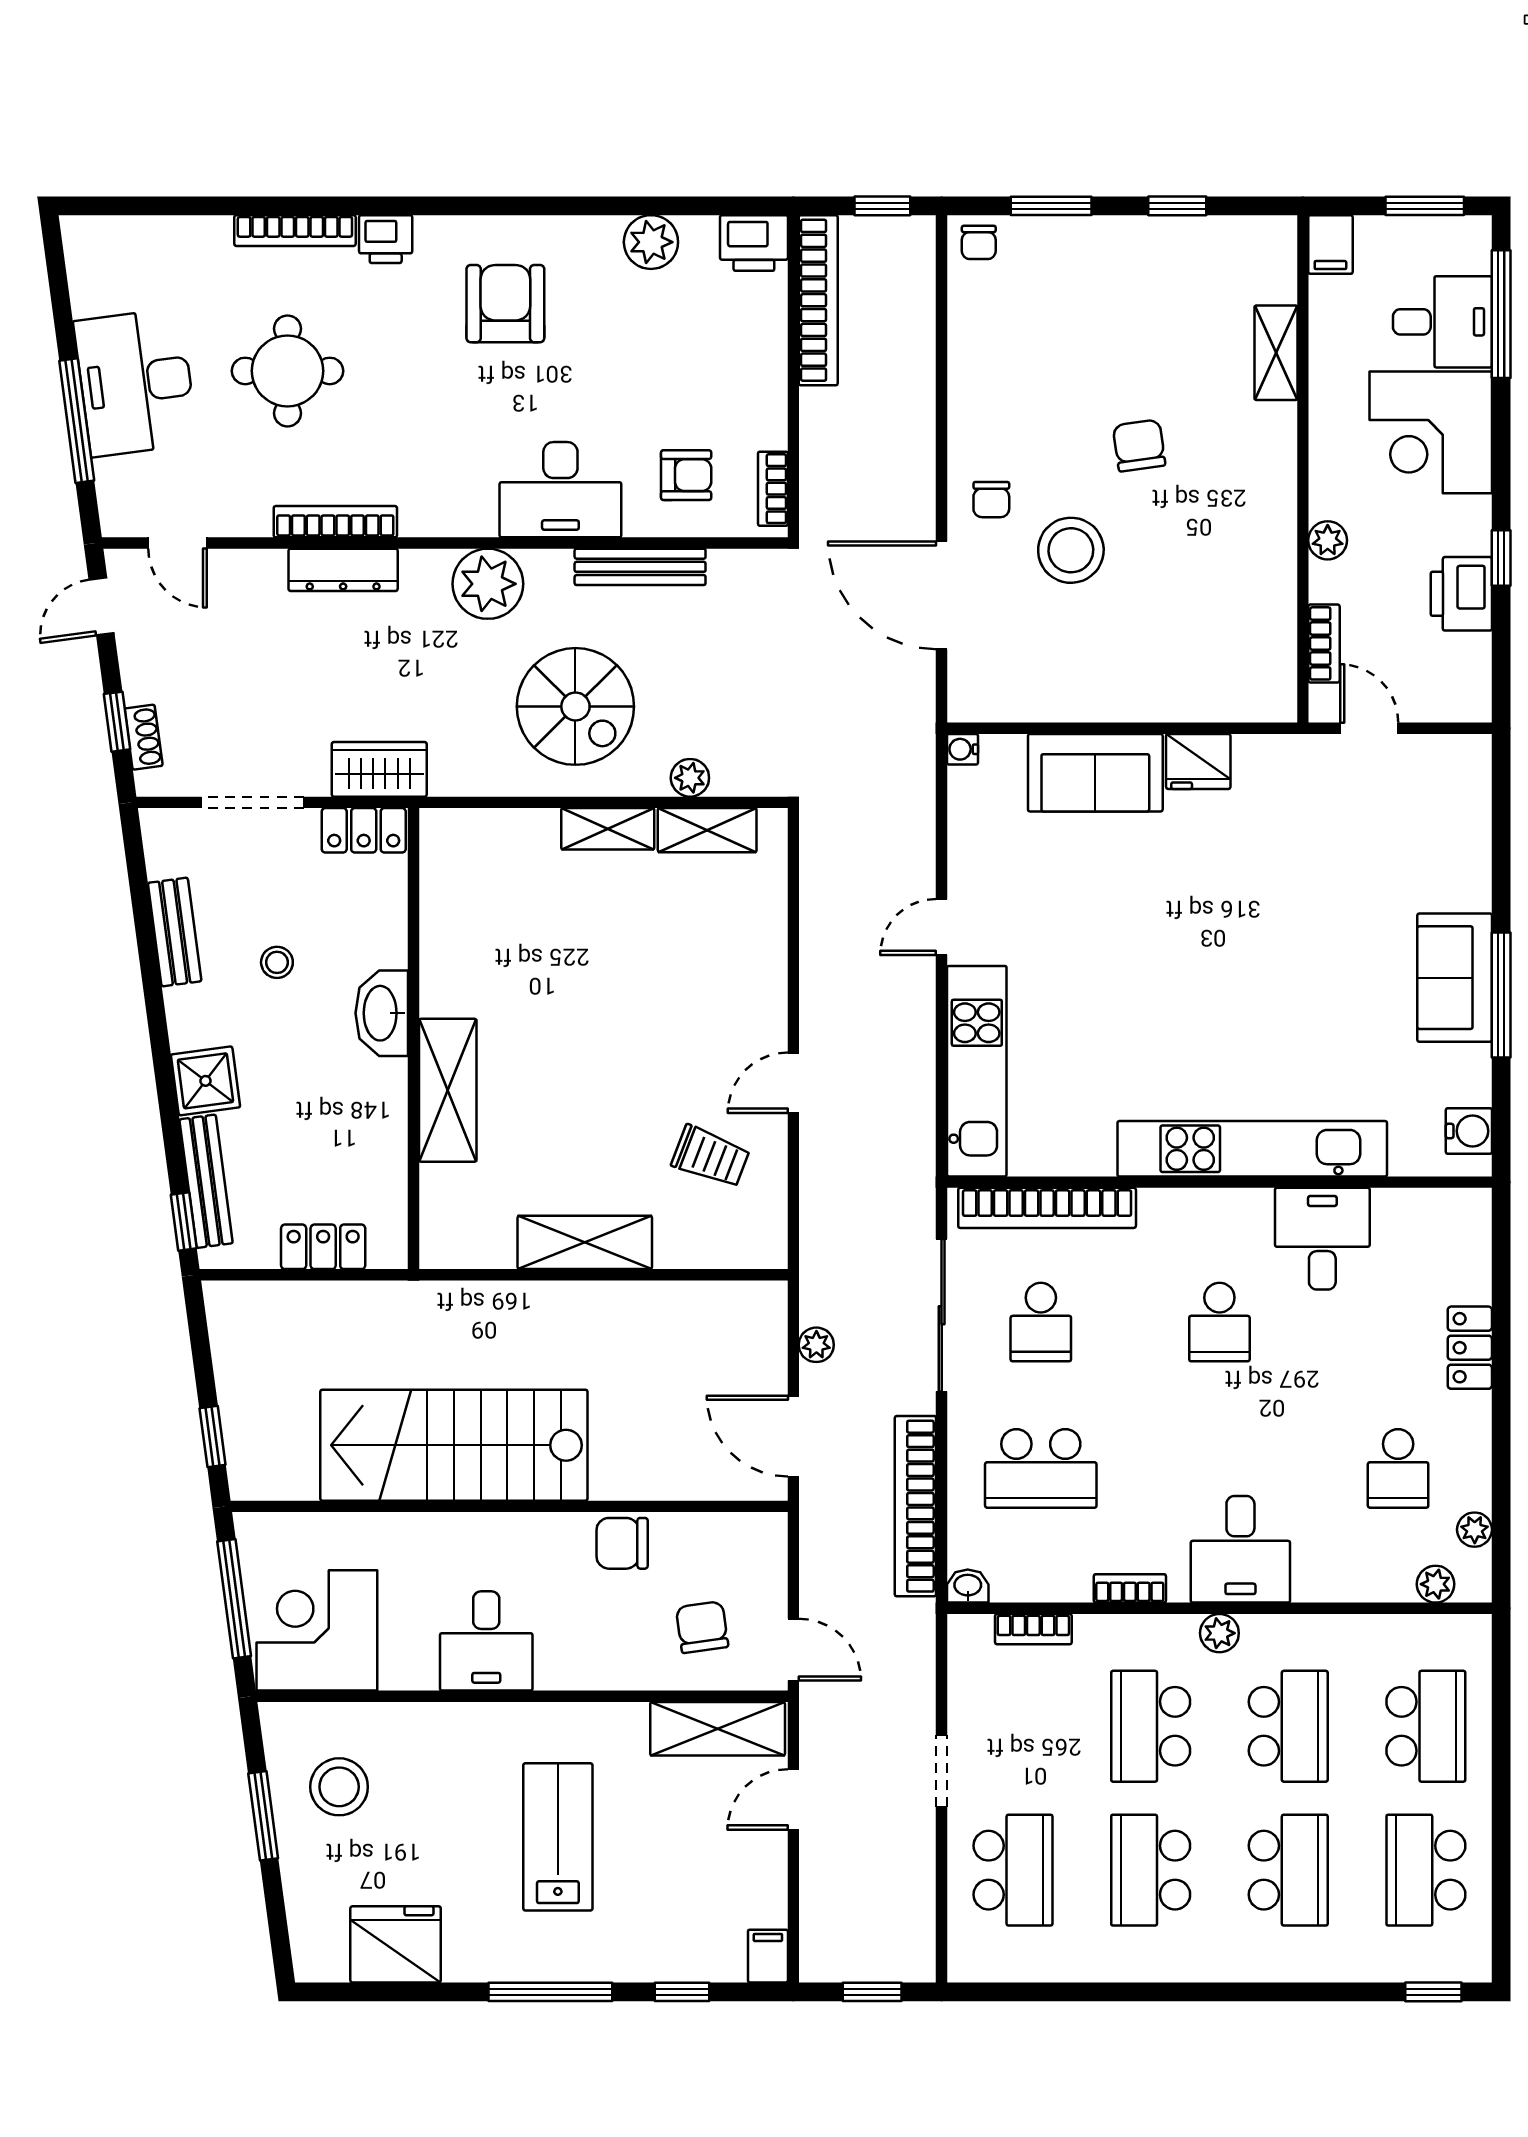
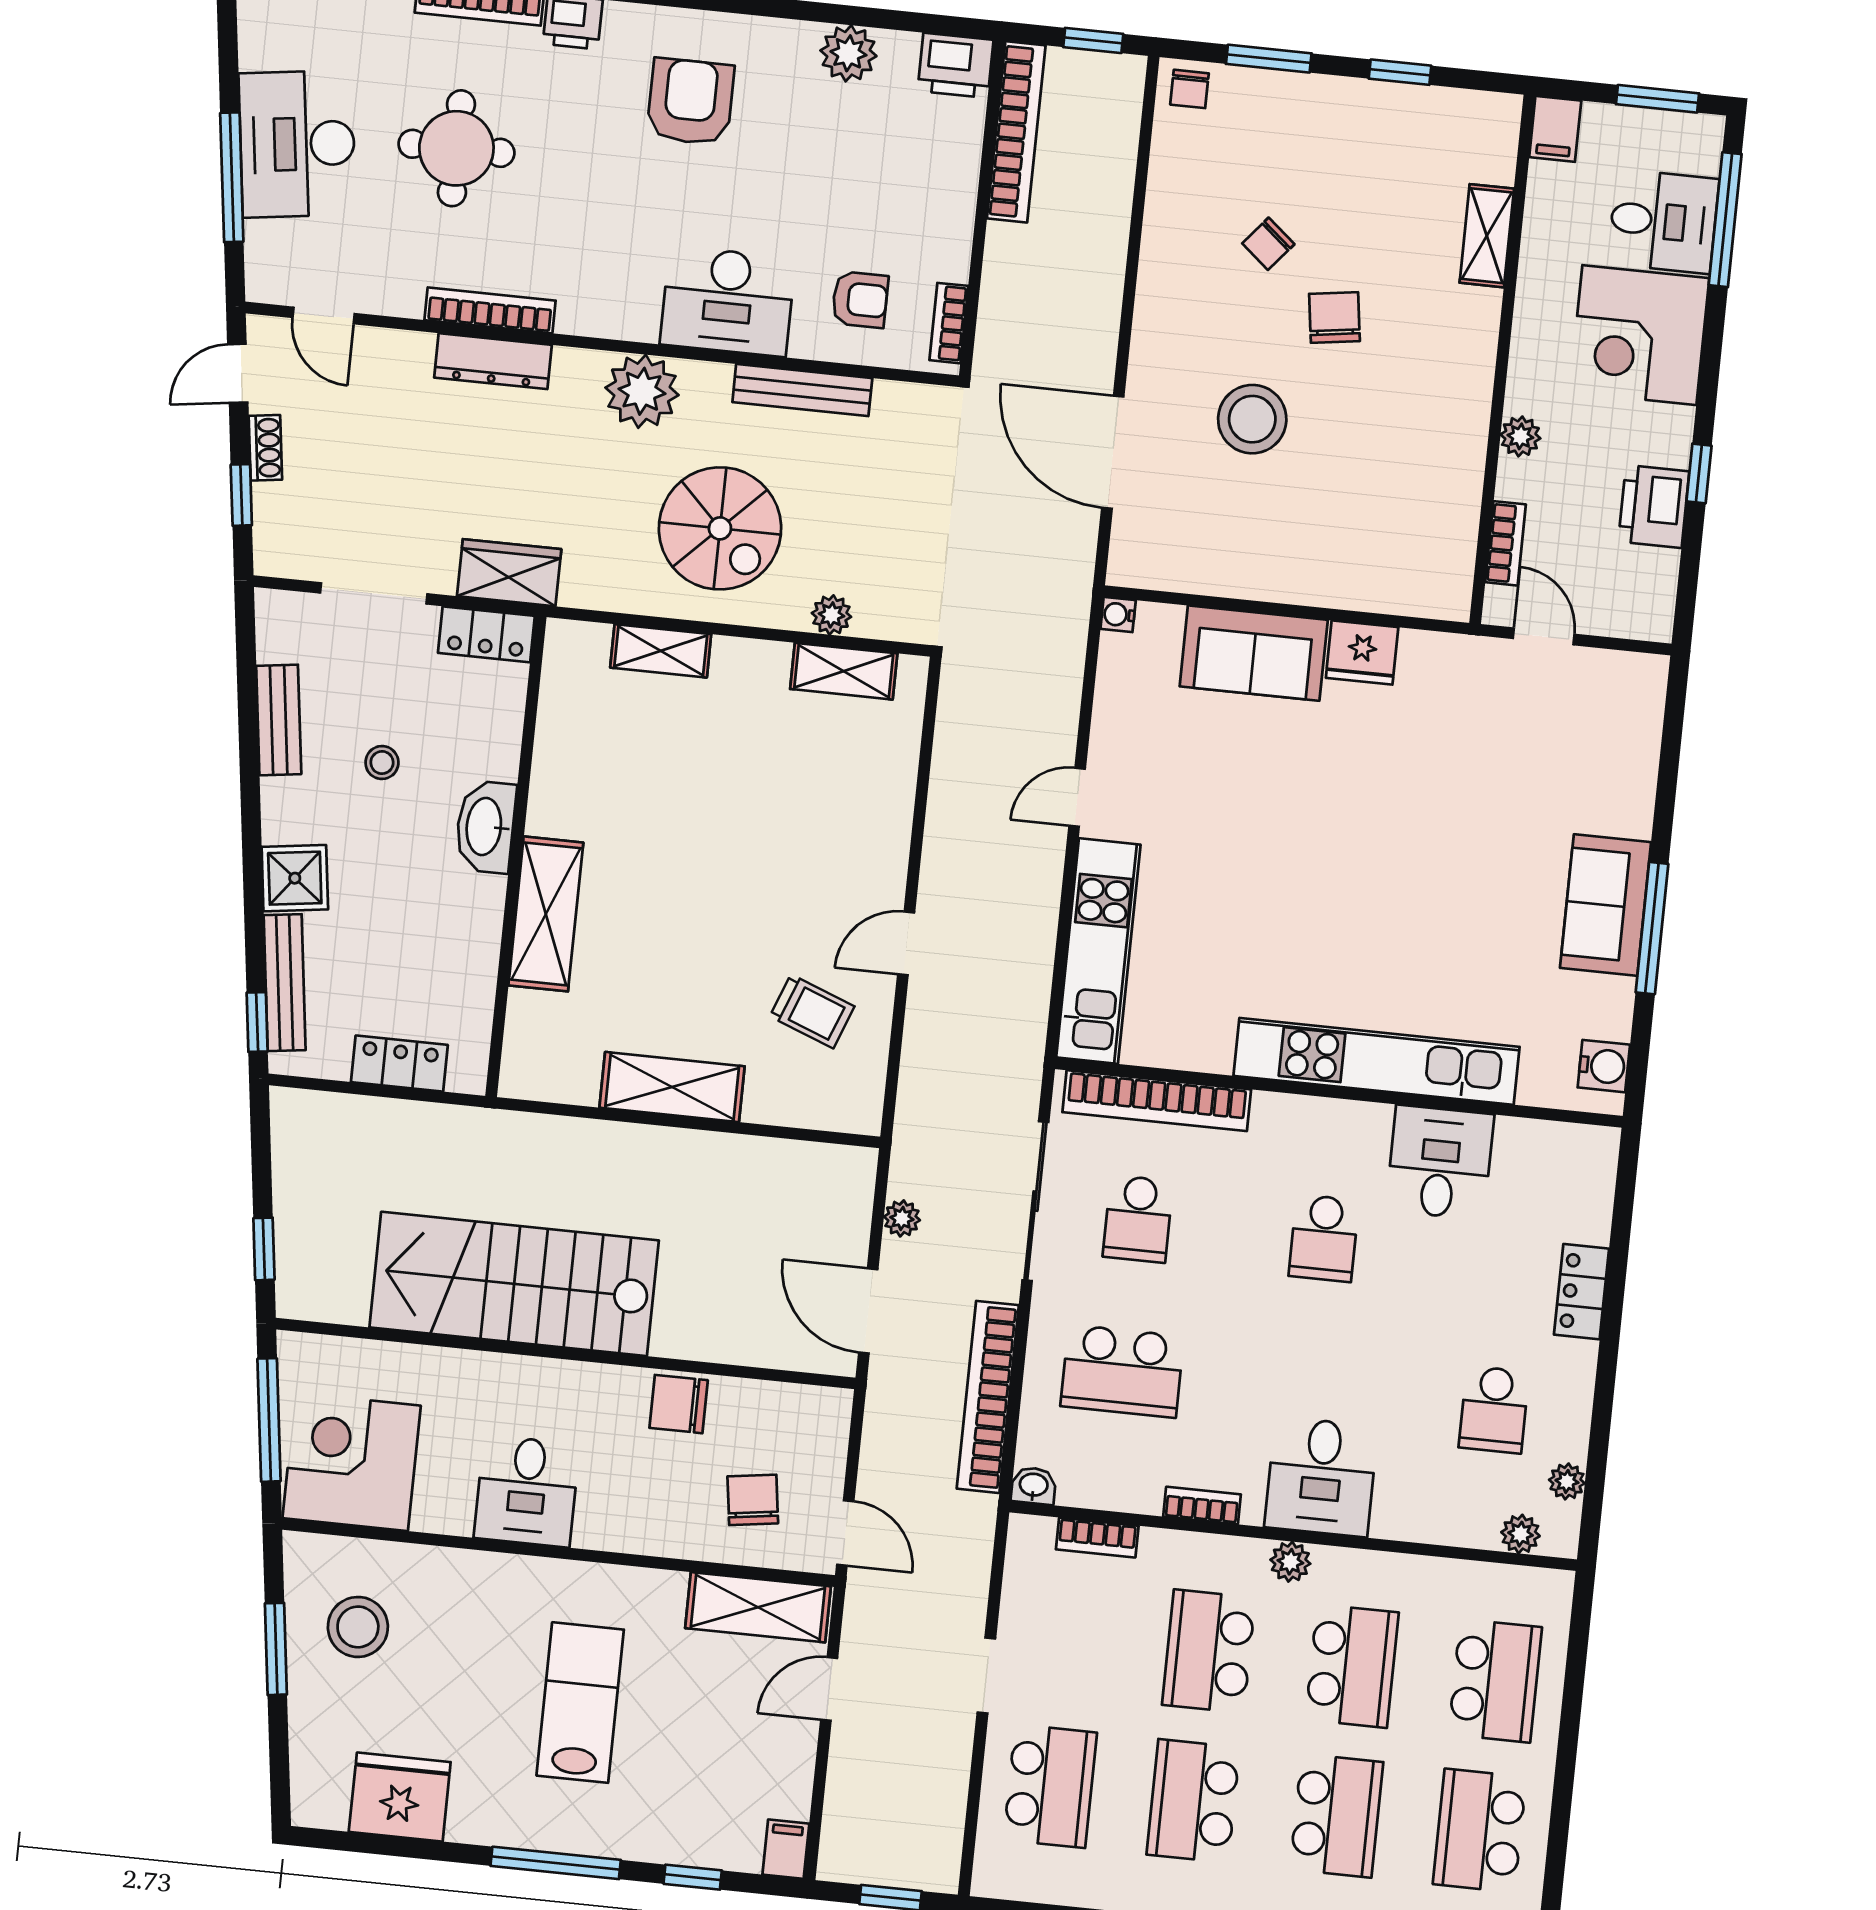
chair: (991, 500) -> (1268, 244), moved, turned 40
shoe rack: (144, 737) -> (265, 448), moved
shelving: (608, 829) -> (661, 651), moved

